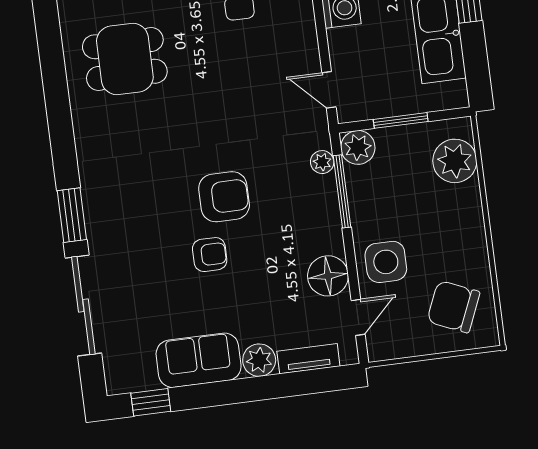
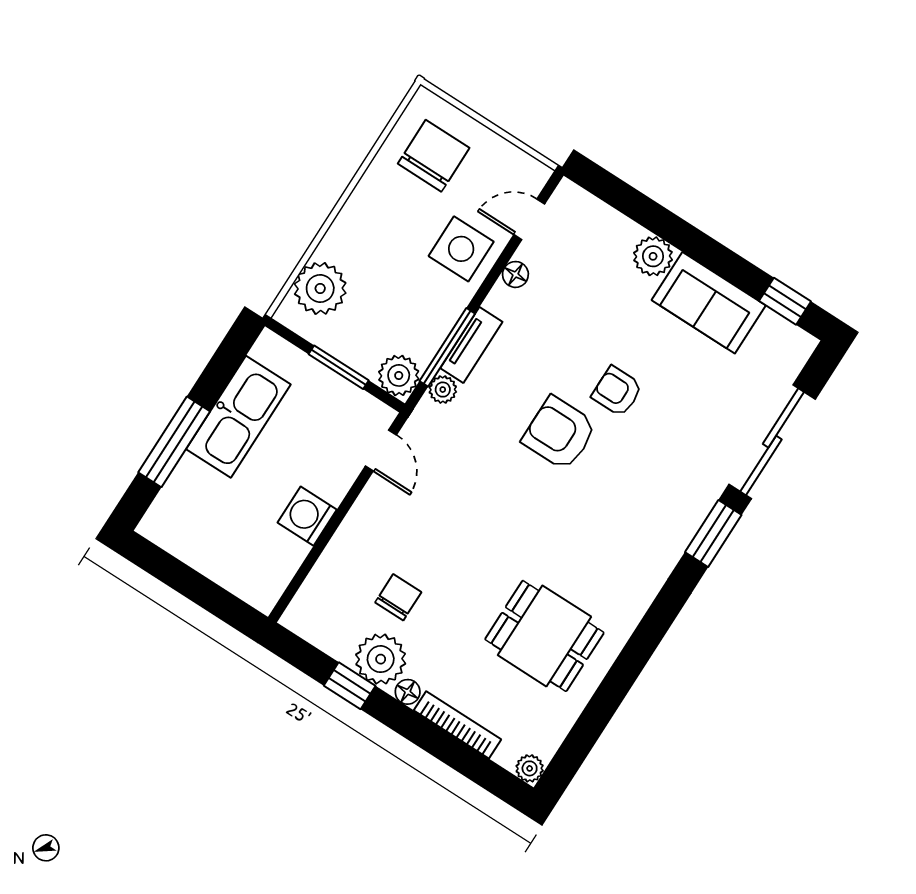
floor lamp: (328, 276) -> (515, 274), width x0.53, depth x0.53
chair: (453, 307) -> (434, 156), turned -113
tv unit: (308, 359) -> (471, 345), moved, turned -90

